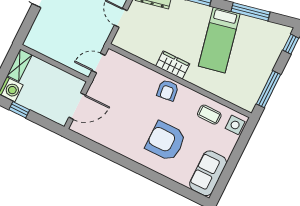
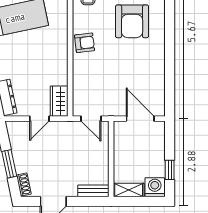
bench: (34, 34) -> (93, 191), added
wardrobe: (173, 65) -> (59, 101), moved

